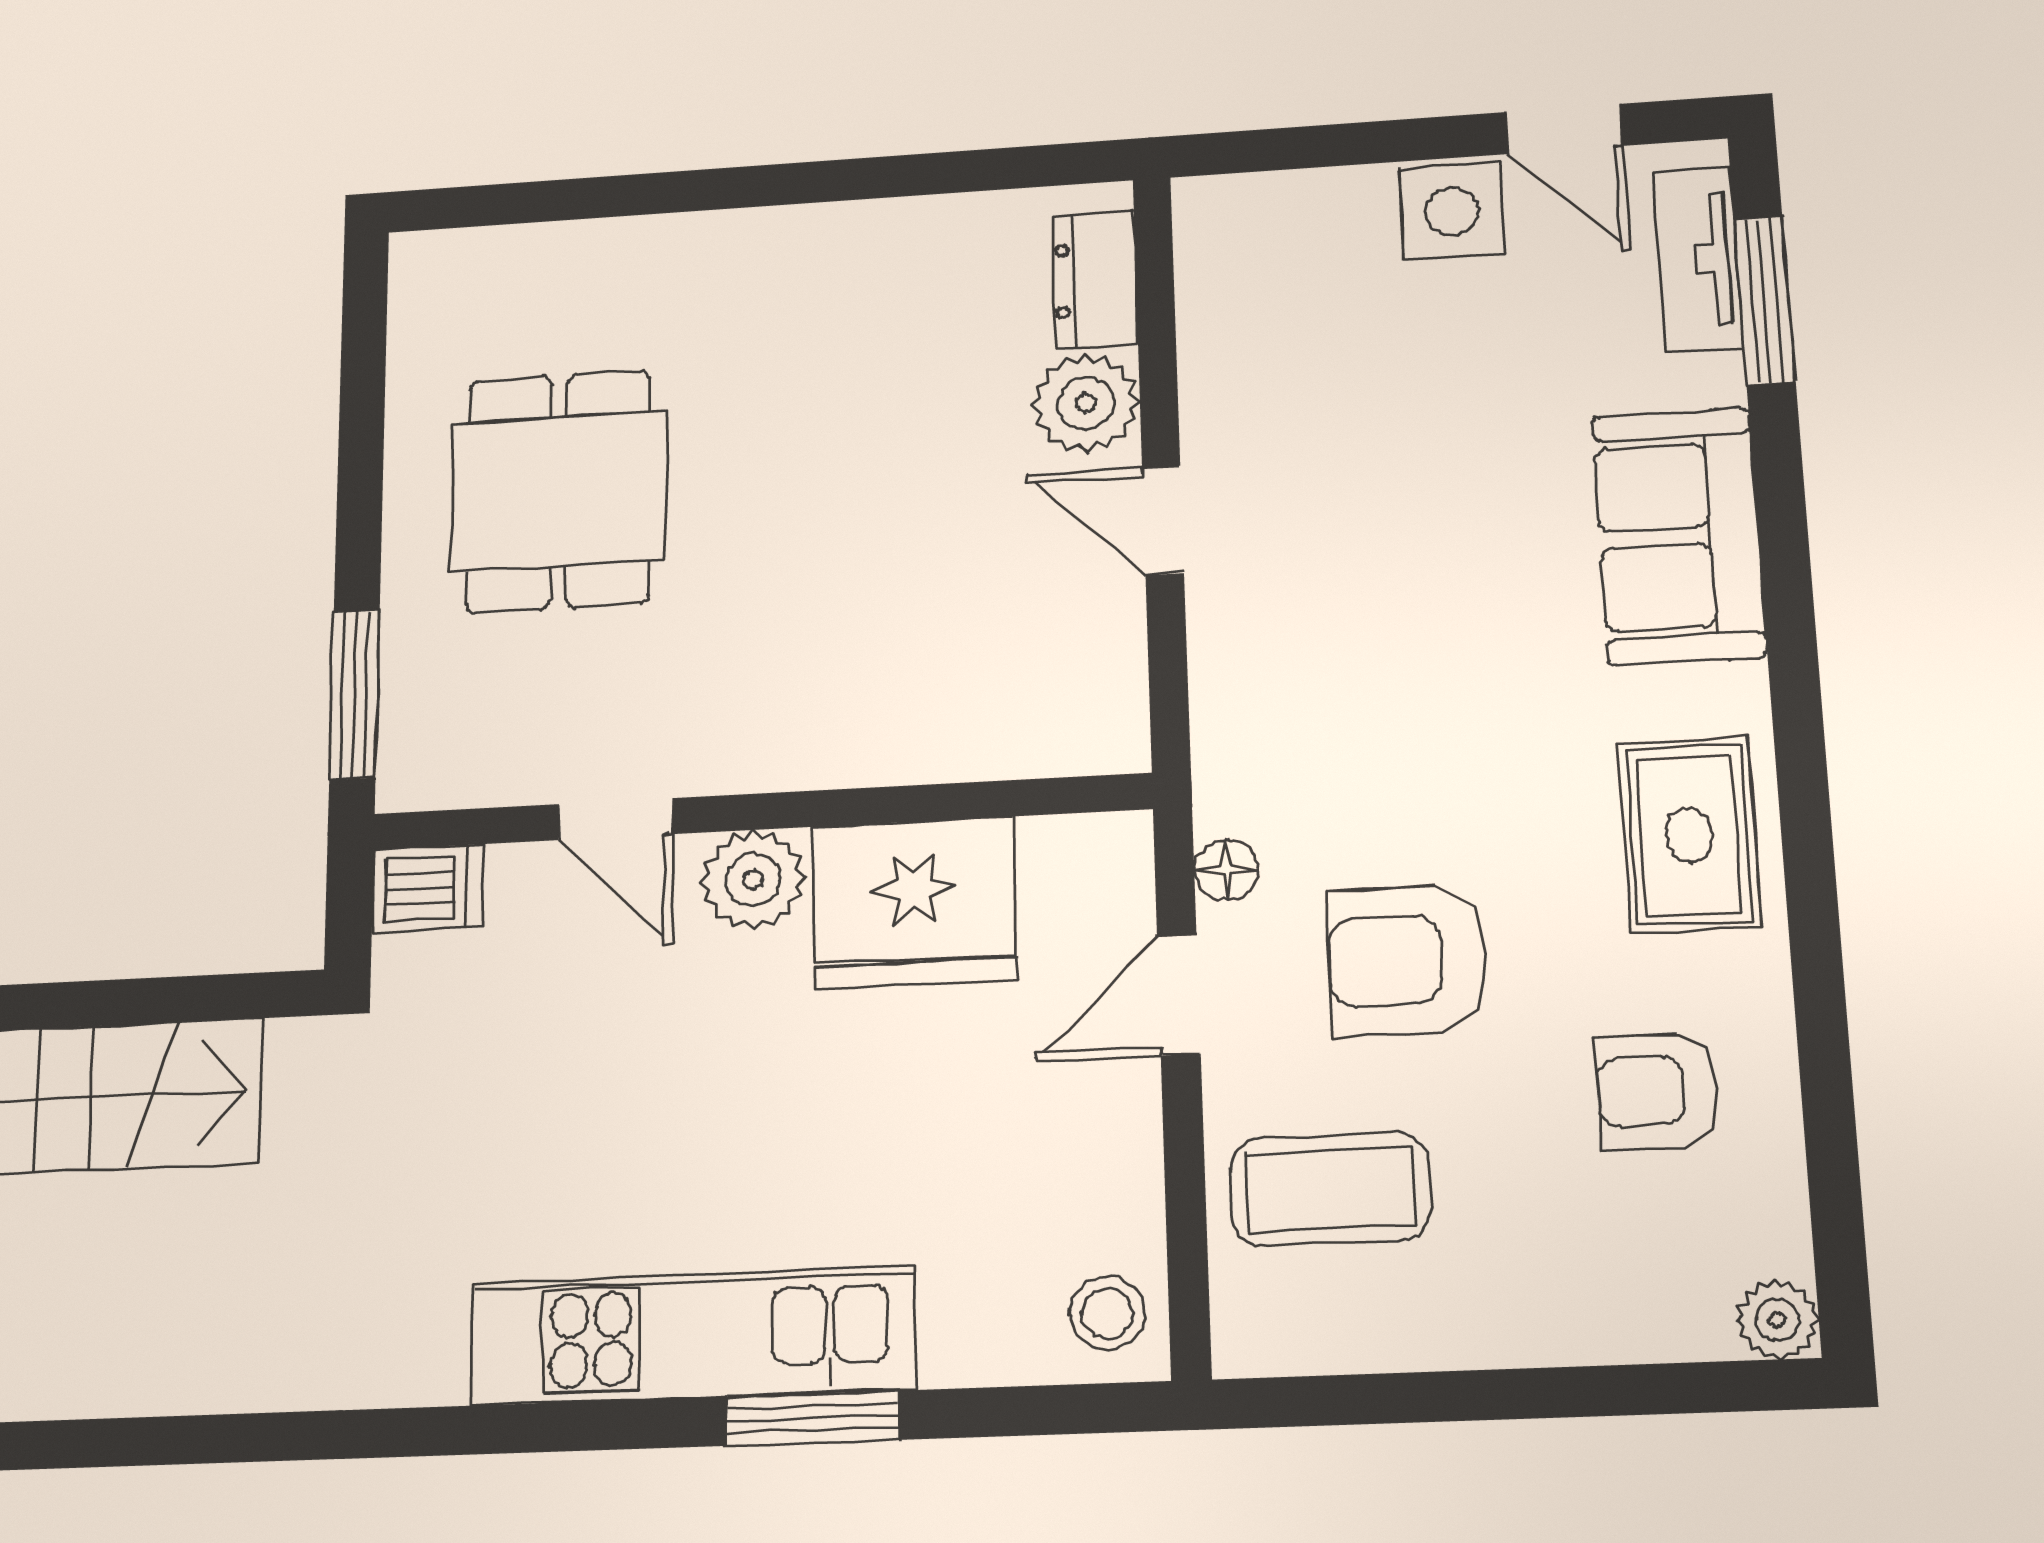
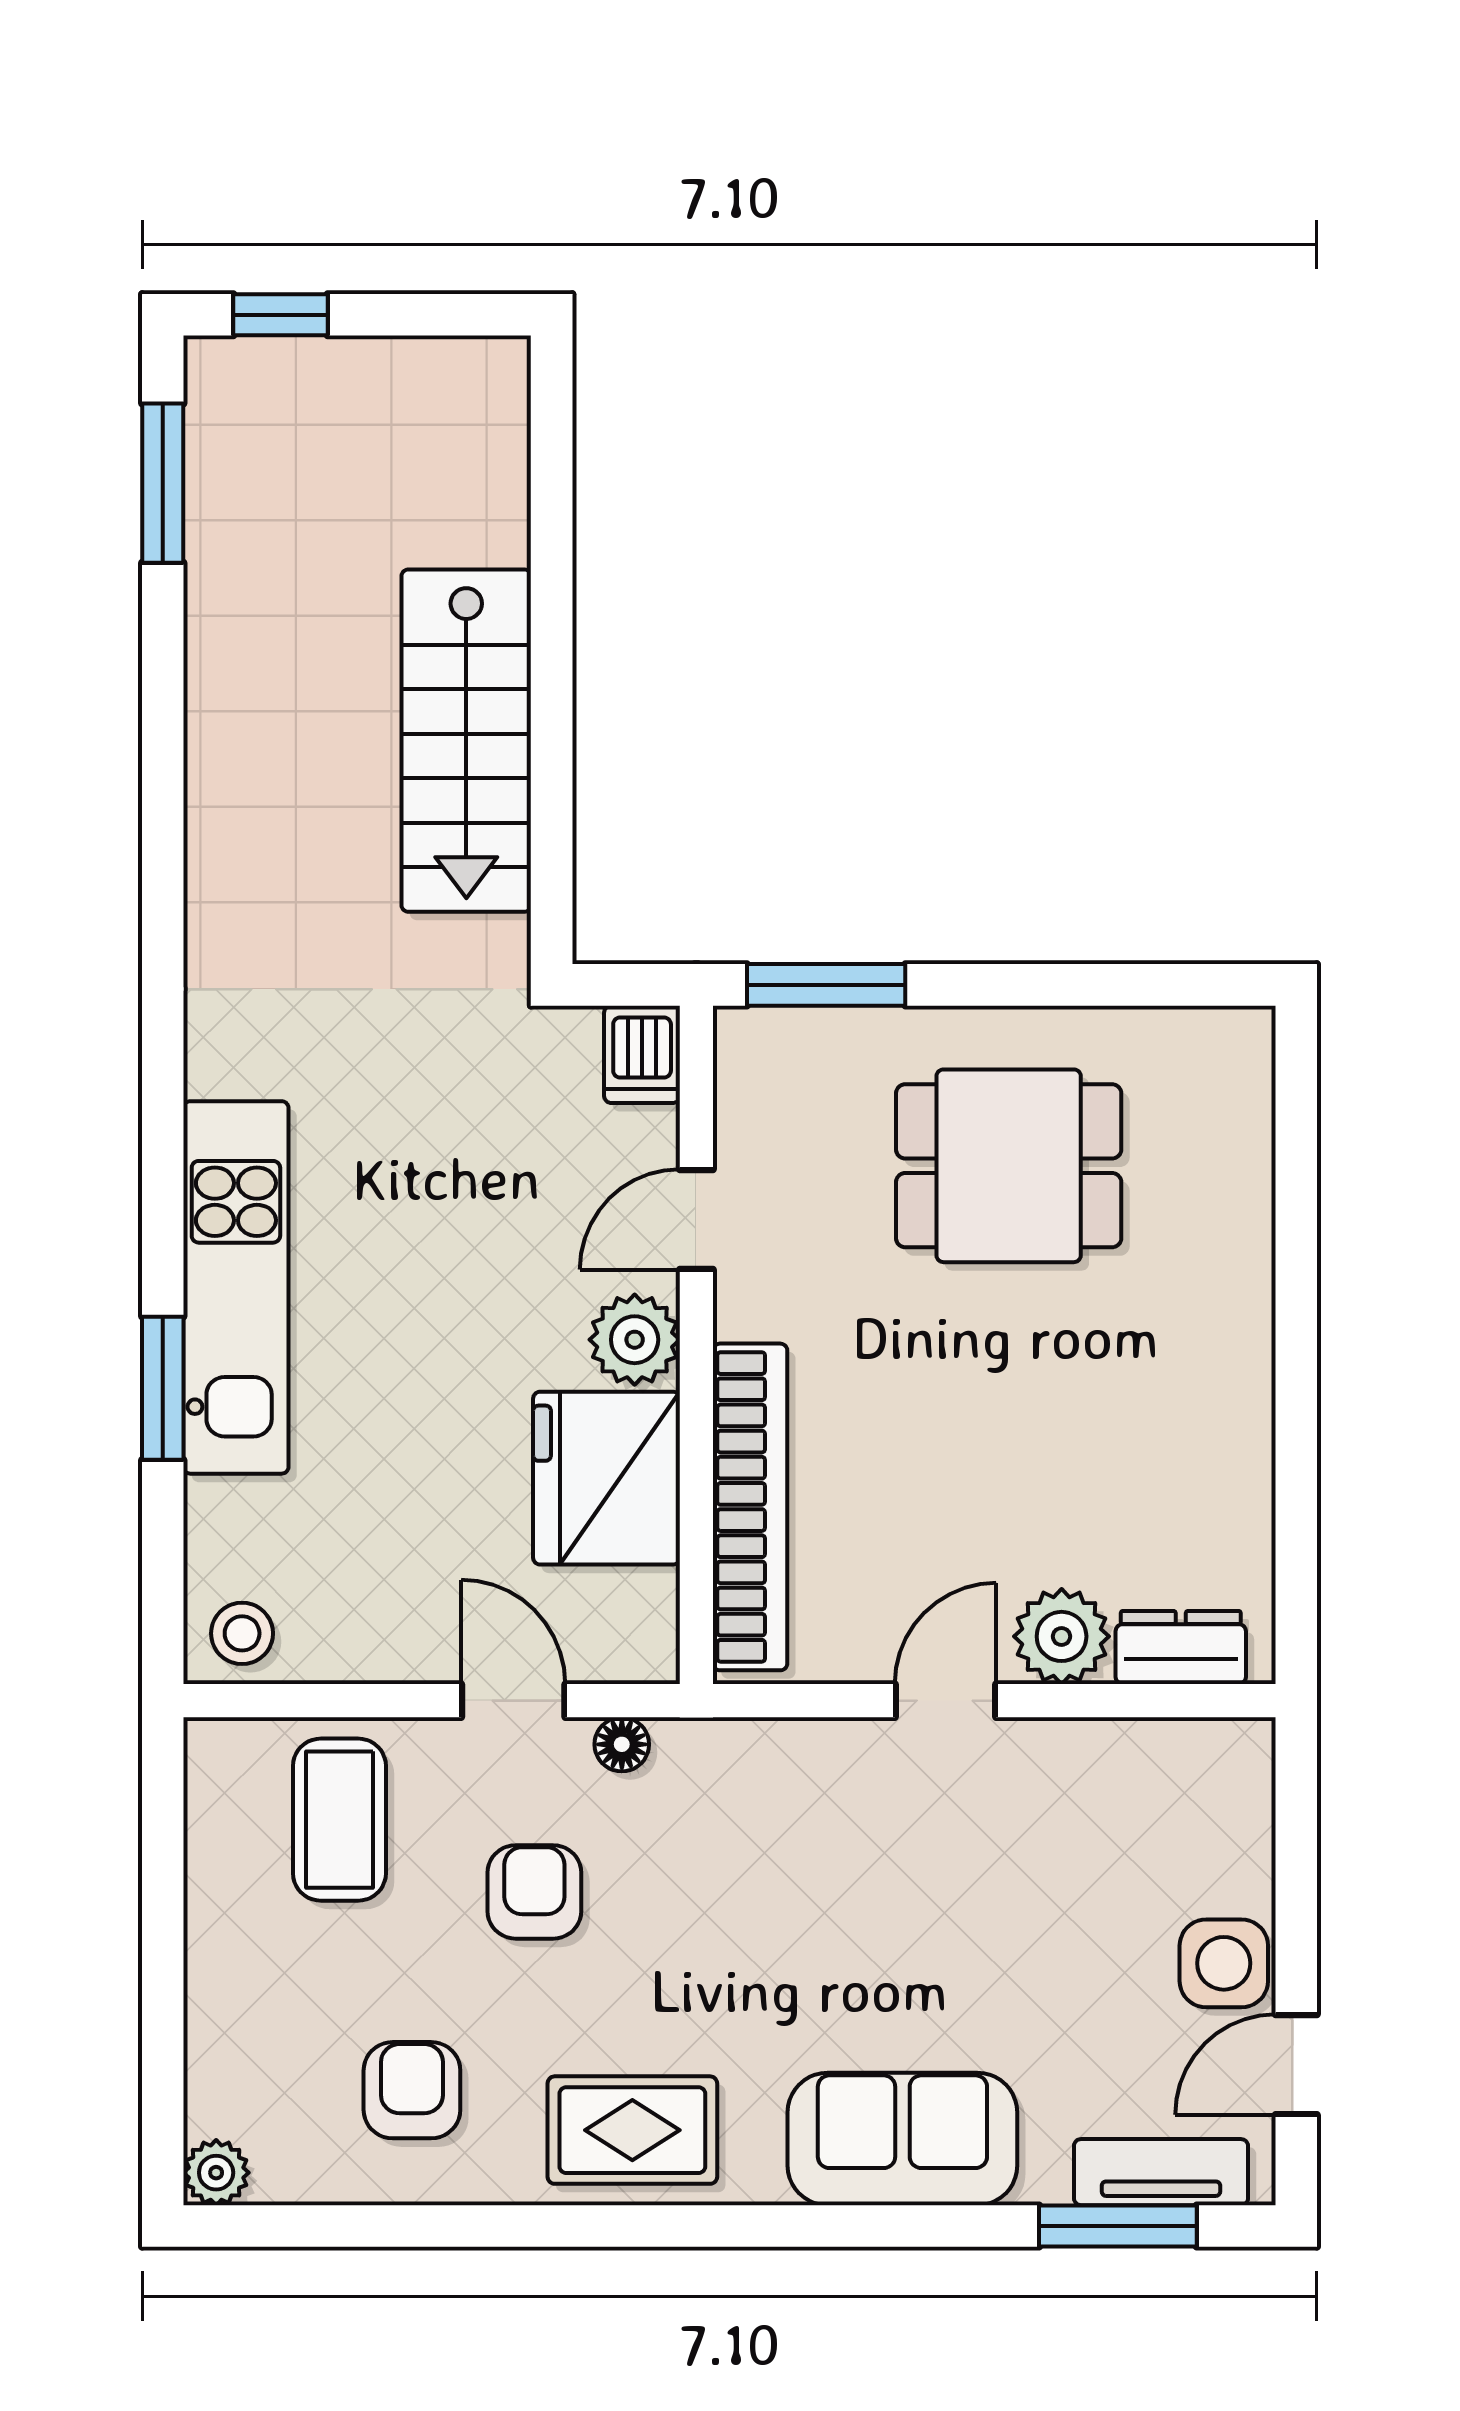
bookcase: (945, 743) -> (750, 1507), added
armchair: (1407, 960) -> (534, 1892), width x0.72, depth x0.72

